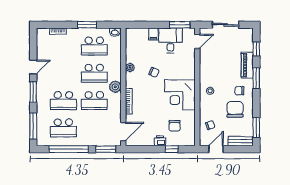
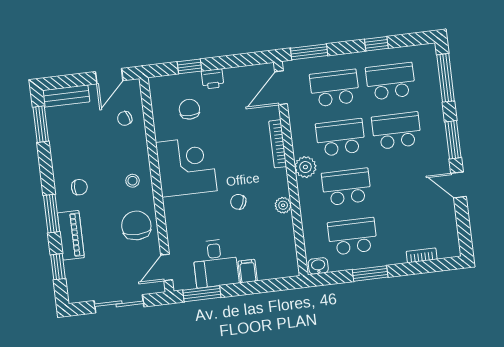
door: (33, 67) -> (458, 185), hinge flipped
chair: (235, 109) -> (136, 225), moved, turned 180
school desk: (94, 128) -> (335, 88), added
window: (69, 149) -> (376, 44), width x0.32

